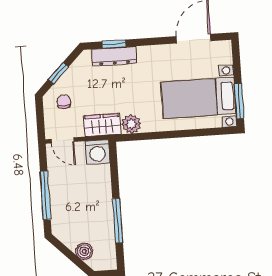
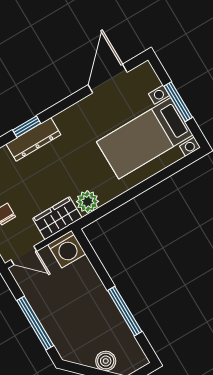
window: (239, 101) -> (178, 102), moved

